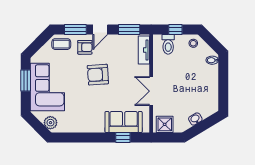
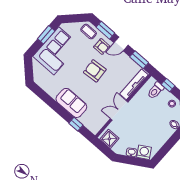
tv unit: (144, 50) -> (134, 84), width x1.41
washing machine: (207, 109) -> (144, 152), added
sofa: (124, 122) -> (71, 103), moved
plant: (50, 123) -> (39, 75), removed

